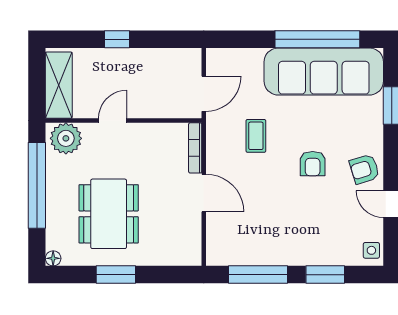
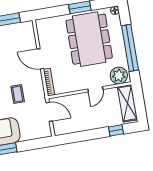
window: (117, 39) -> (116, 130), moved
door: (204, 94) -> (49, 112), swing flipped
dining table: (109, 214) -> (89, 39), width x1.36, depth x1.24

